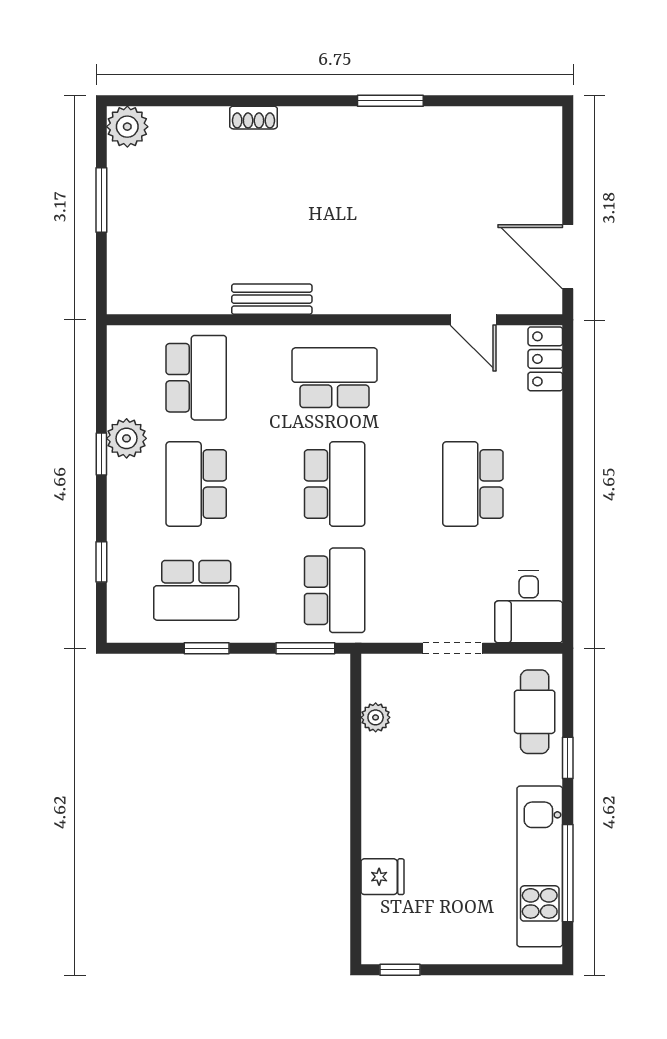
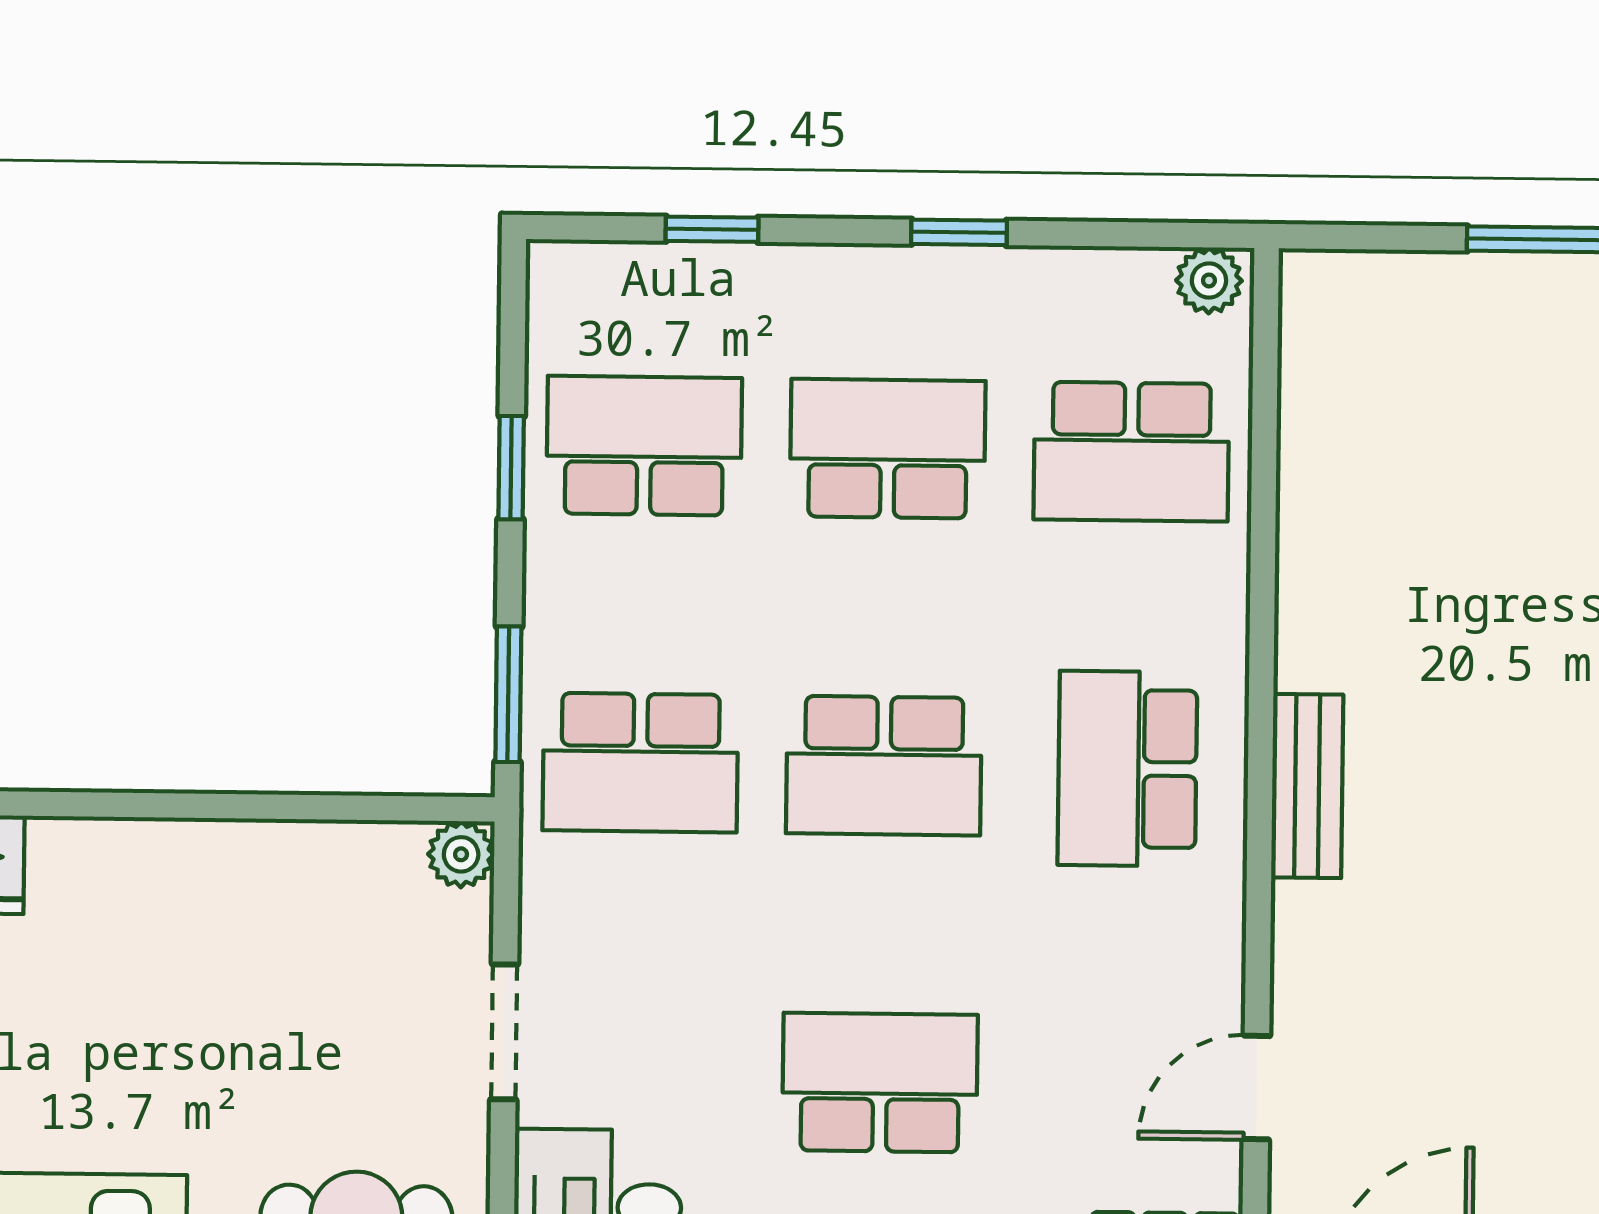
bench: (272, 299) -> (1307, 786), moved
school desk: (335, 378) -> (1127, 769), turned 180
plant: (127, 438) -> (1209, 280), moved, width x0.73, depth x0.73
school desk: (196, 590) -> (644, 446), turned 90
plant: (376, 717) -> (461, 854), moved

